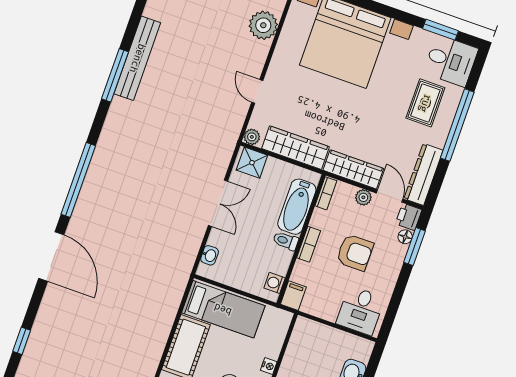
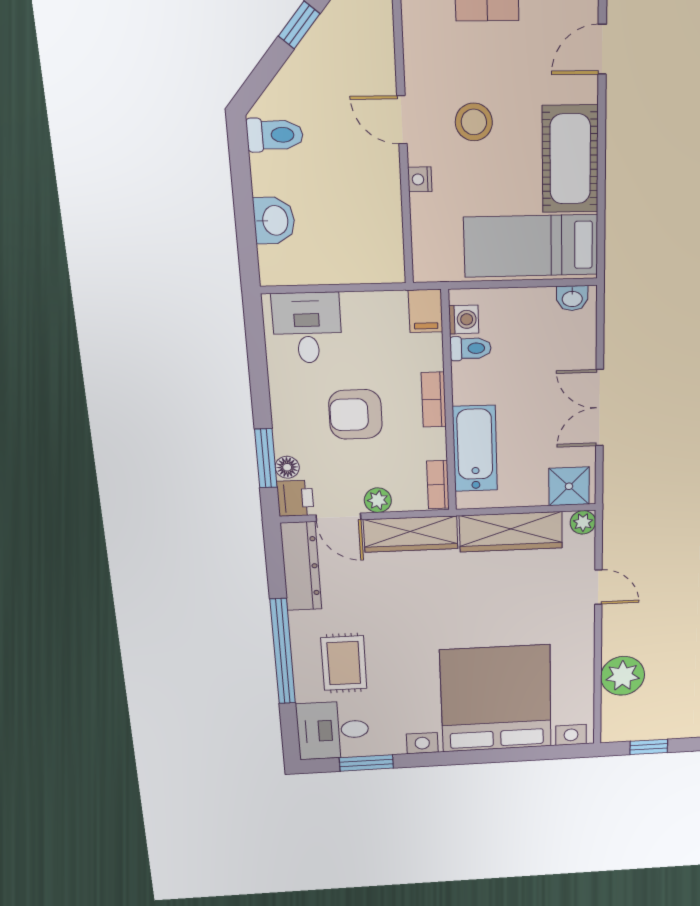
toilet: (286, 241) -> (471, 348), moved
washbasin: (210, 255) -> (572, 298), moved, turned -90

